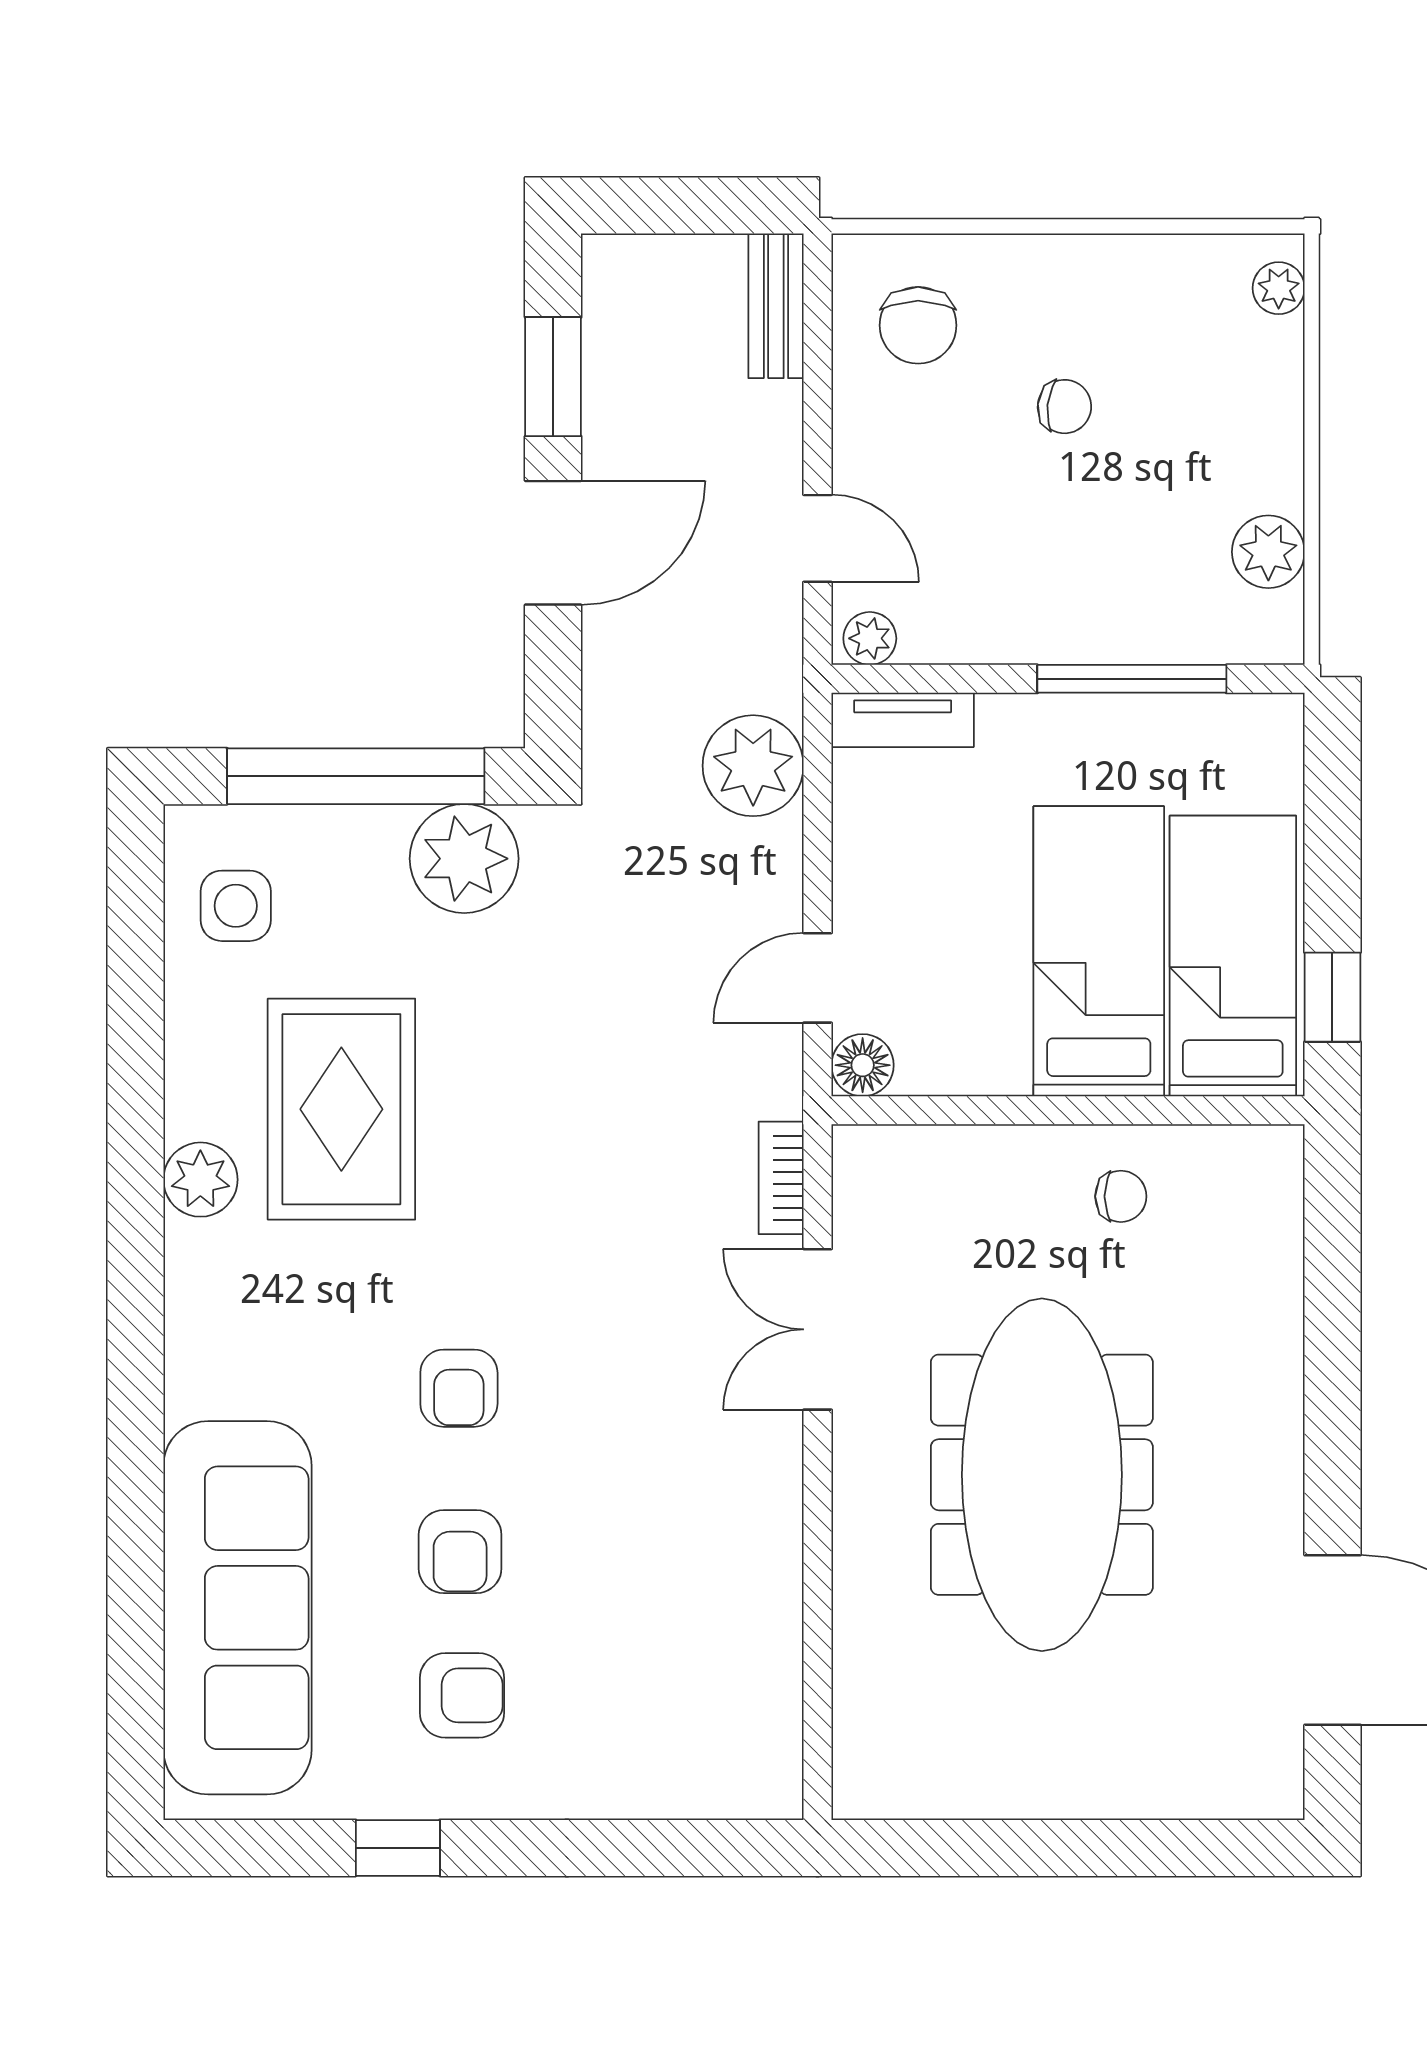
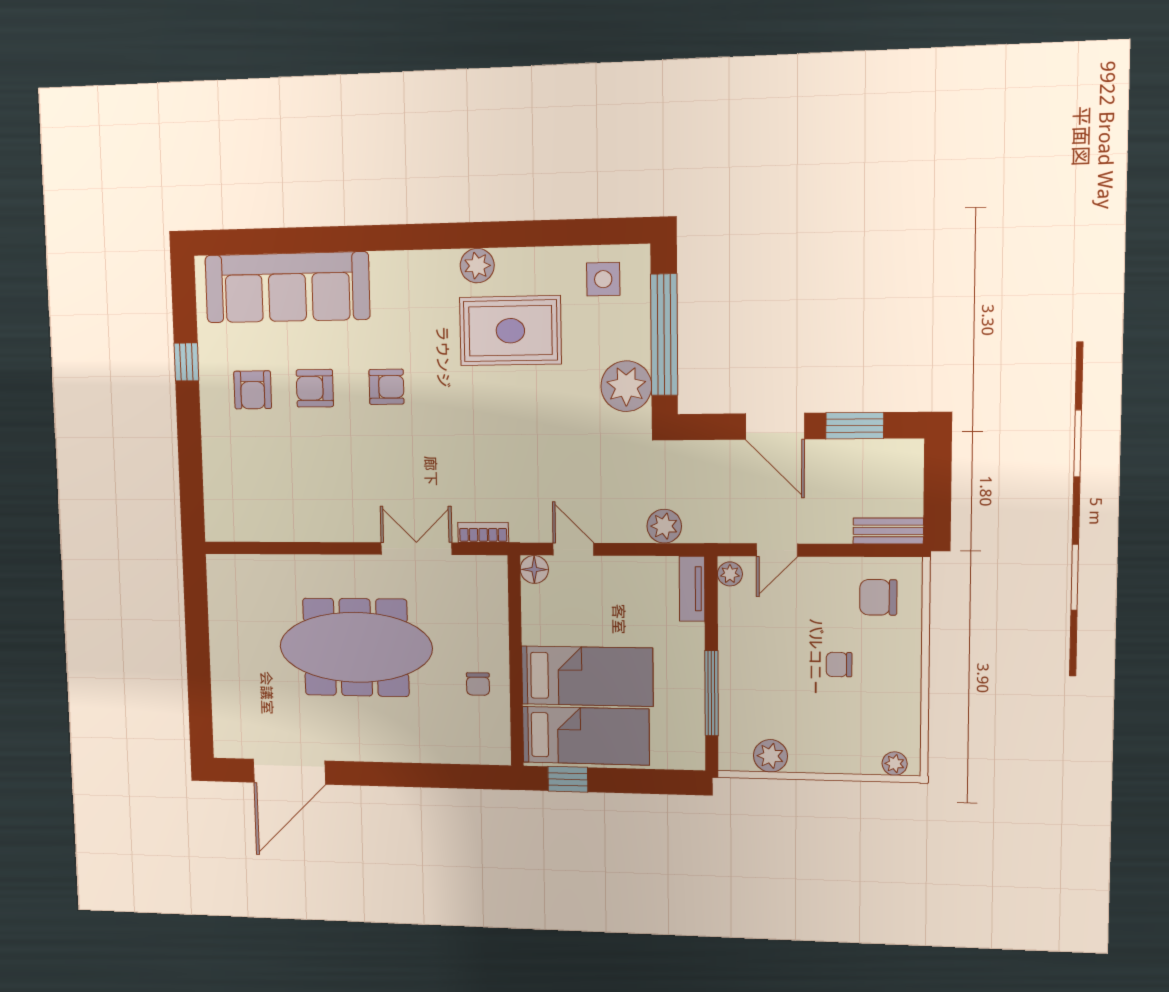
chair: (1064, 407) -> (839, 665), turned 84
plant: (753, 766) -> (664, 526), width x0.73, depth x0.73
armchair: (459, 1388) -> (386, 387), turned 180

